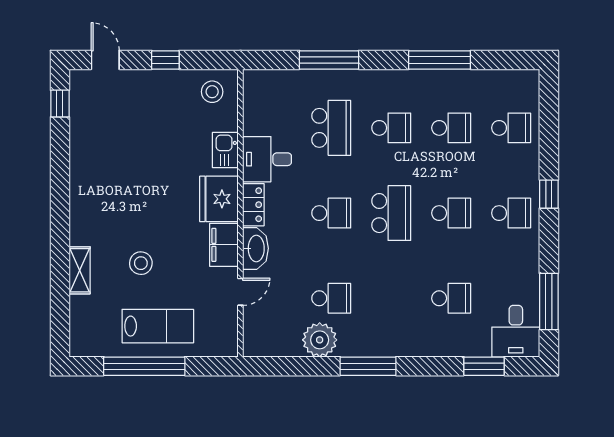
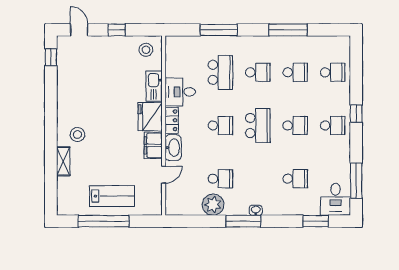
kitchen sink: (225, 150) -> (154, 86), width x1.38
stool: (141, 263) -> (77, 135), moved
washbasin: (388, 349) -> (256, 210), added

